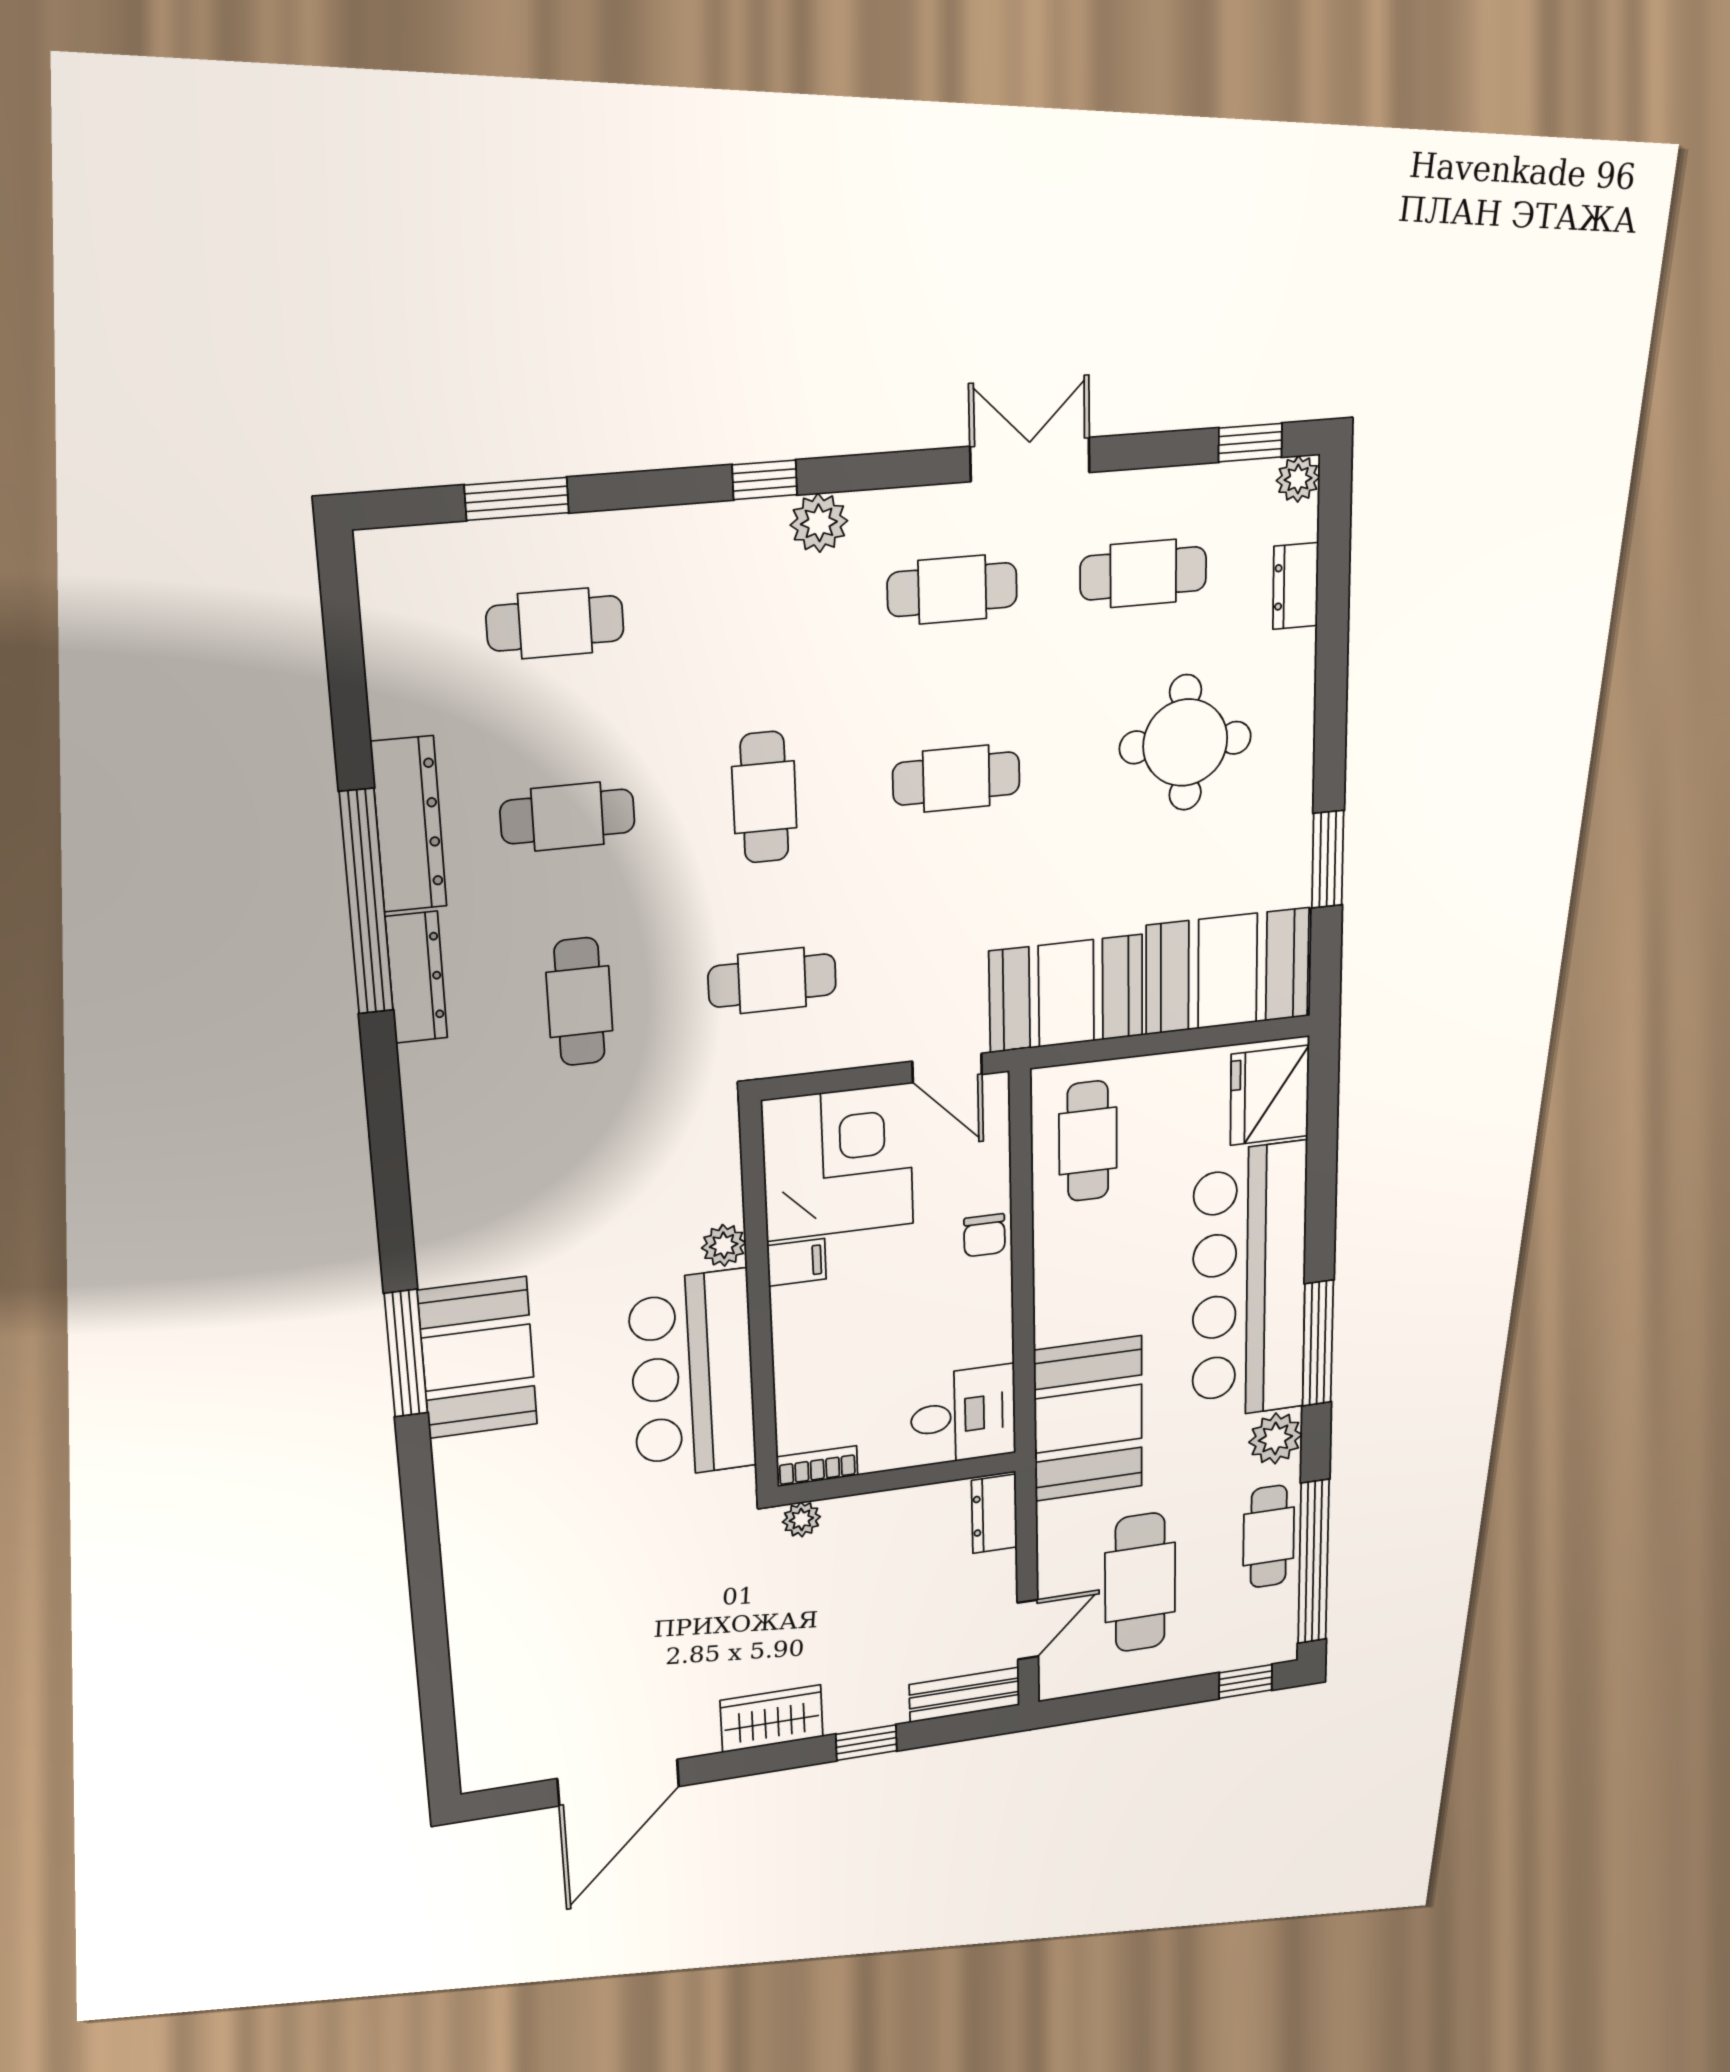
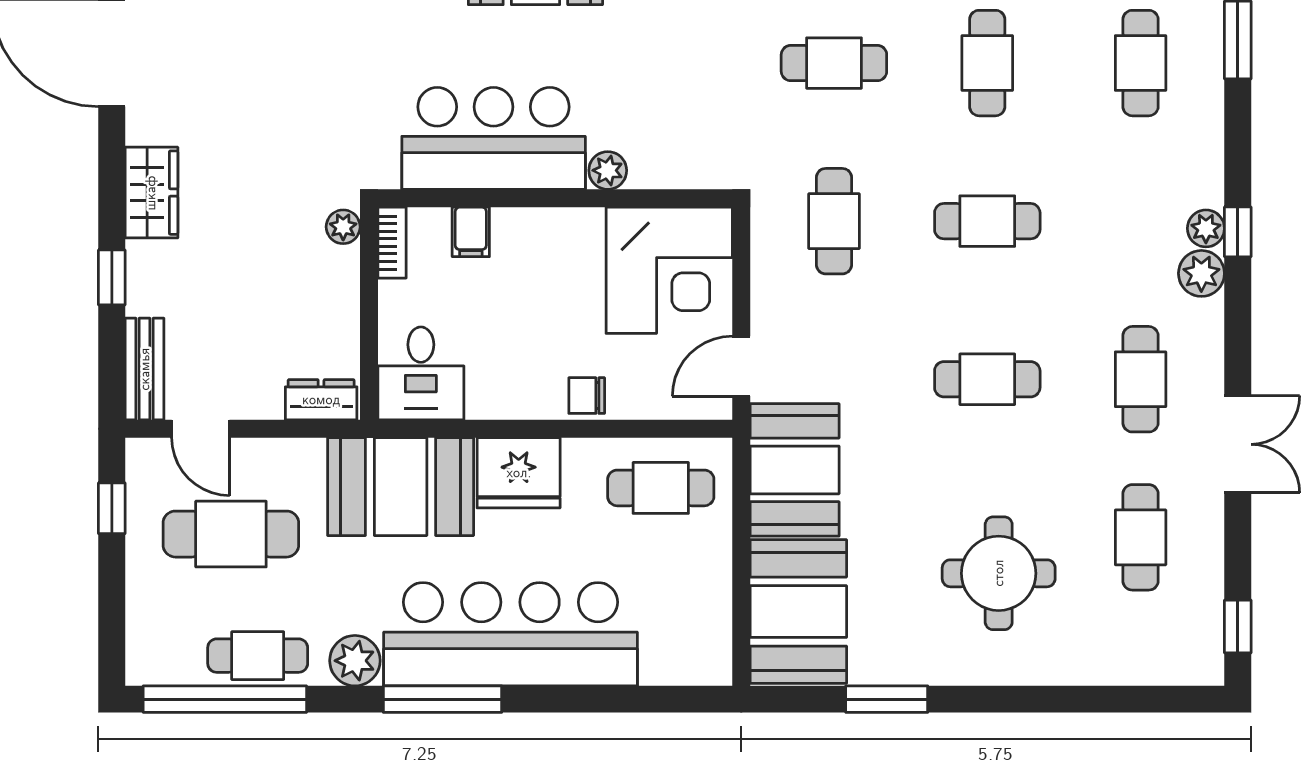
plant: (1298, 479) -> (1206, 228), moved
dresser: (1296, 586) -> (1120, 667), removed
cafe table: (956, 779) -> (987, 379), turned 90
fridge: (1270, 1095) -> (519, 473), moved, turned 180
filing cabinet: (797, 1262) -> (471, 232), moved
window: (1246, 1681) -> (112, 508), moved

